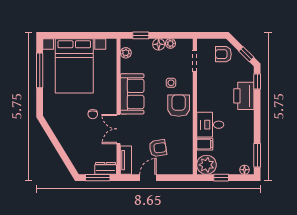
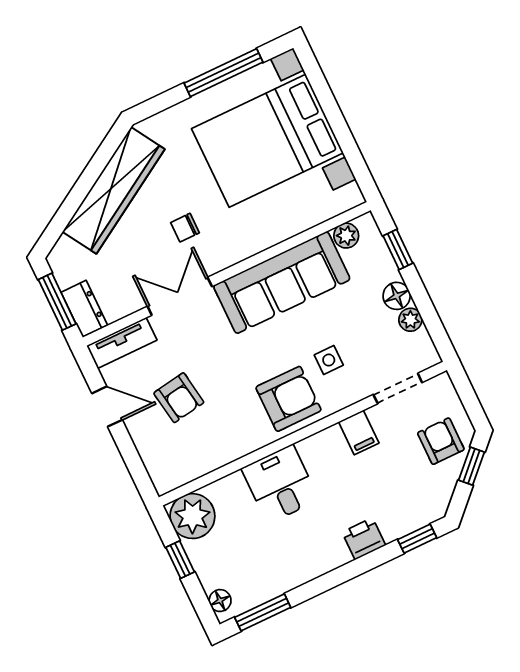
window: (246, 54) -> (472, 466), moved
sofa: (132, 94) -> (282, 283), width x1.36
printer: (244, 96) -> (364, 539), width x0.53, depth x0.68
wardrobe: (65, 135) -> (114, 190), added
filing cabinet: (205, 144) -> (359, 432), moved

